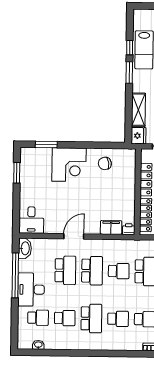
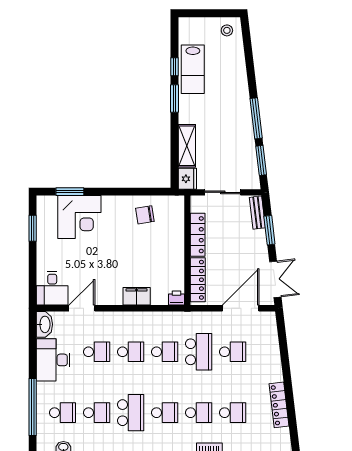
corner desk: (69, 165) -> (79, 217), moved
filing cabinet: (111, 227) -> (137, 296), moved
door: (74, 236) -> (82, 308), moved
school desk: (65, 270) -> (97, 352), width x0.54
school desk: (92, 271) -> (131, 352), width x0.54
window: (15, 275) -> (33, 407), moved
desk: (31, 290) -> (53, 360), moved

